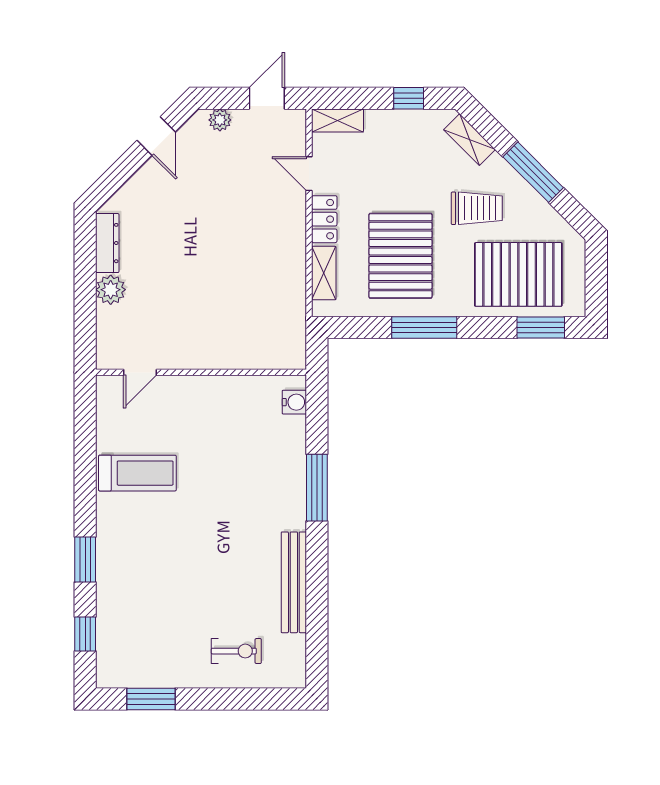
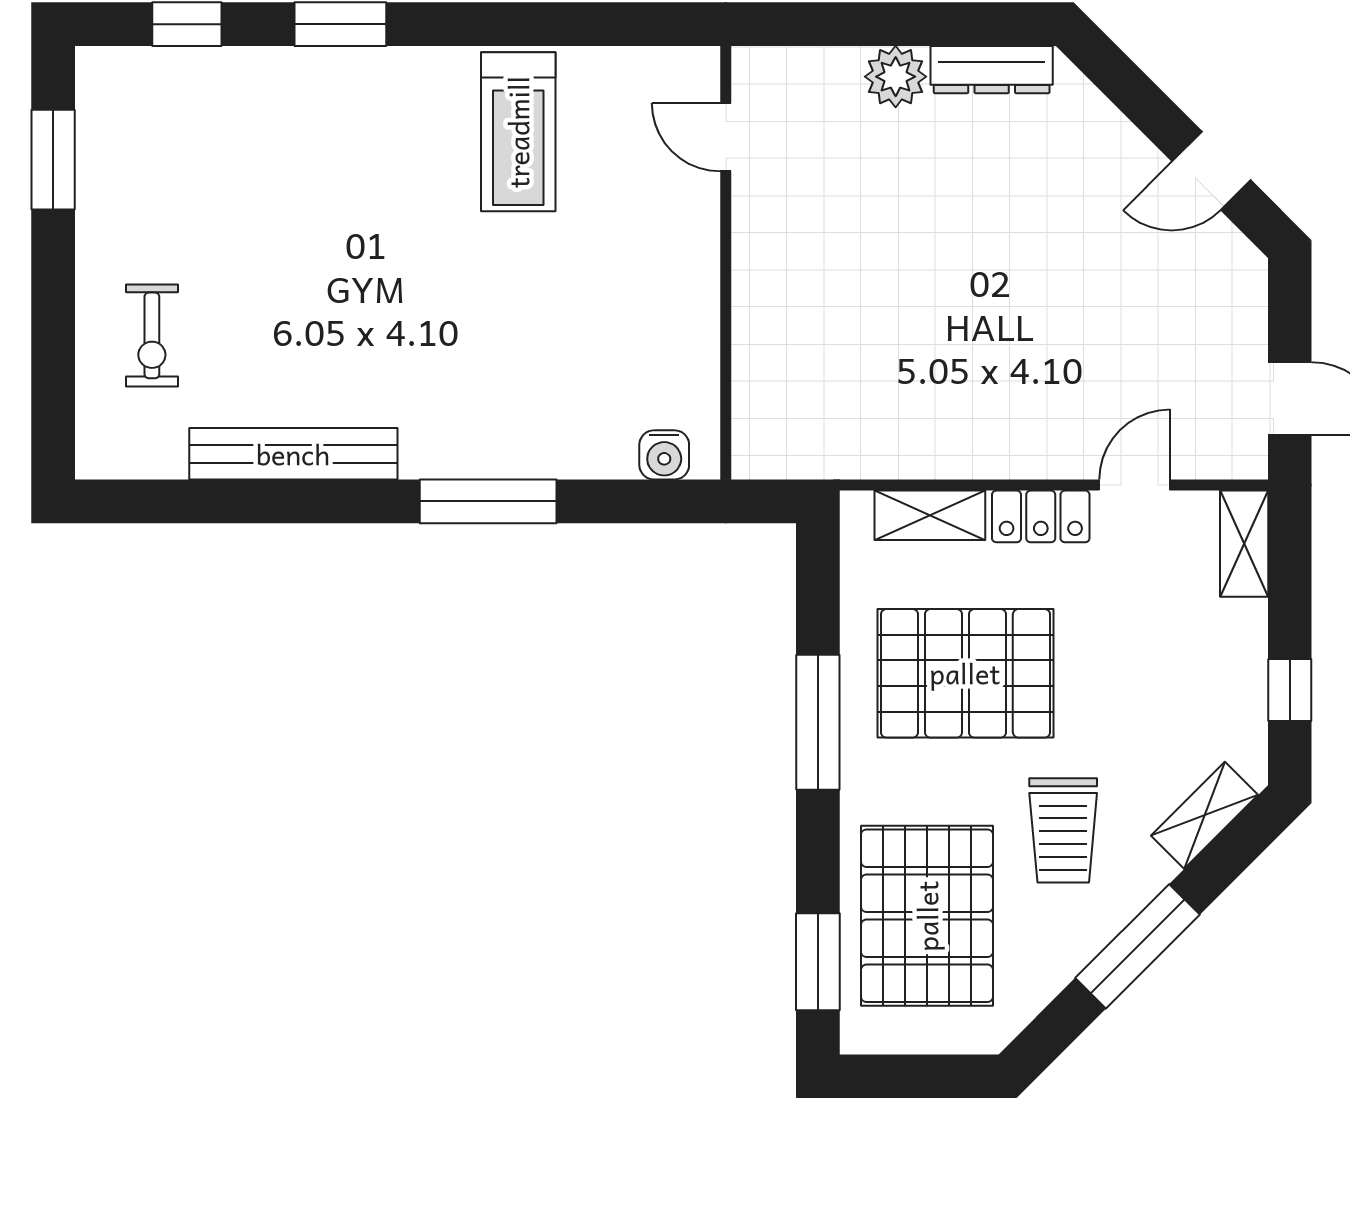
plant: (220, 120) -> (1245, 301), removed

